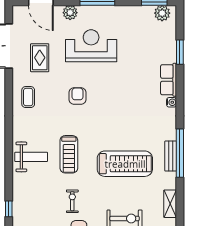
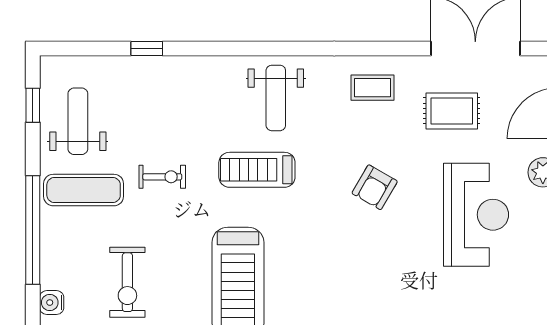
armchair: (78, 96) -> (375, 187), turned 120
weight bench: (31, 157) -> (276, 98), moved

